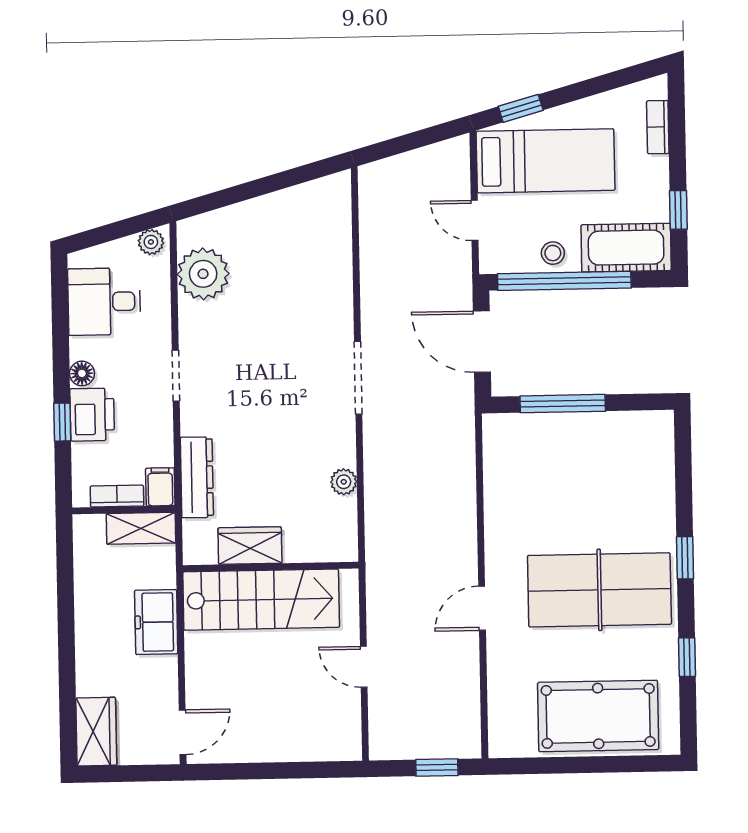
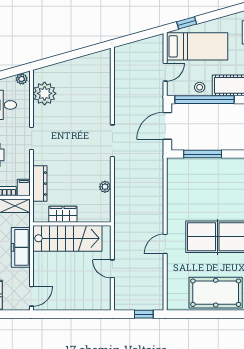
door: (475, 220) -> (165, 72), swing flipped
door: (482, 342) -> (167, 126), hinge flipped
freezer: (156, 622) -> (21, 247), width x1.40

